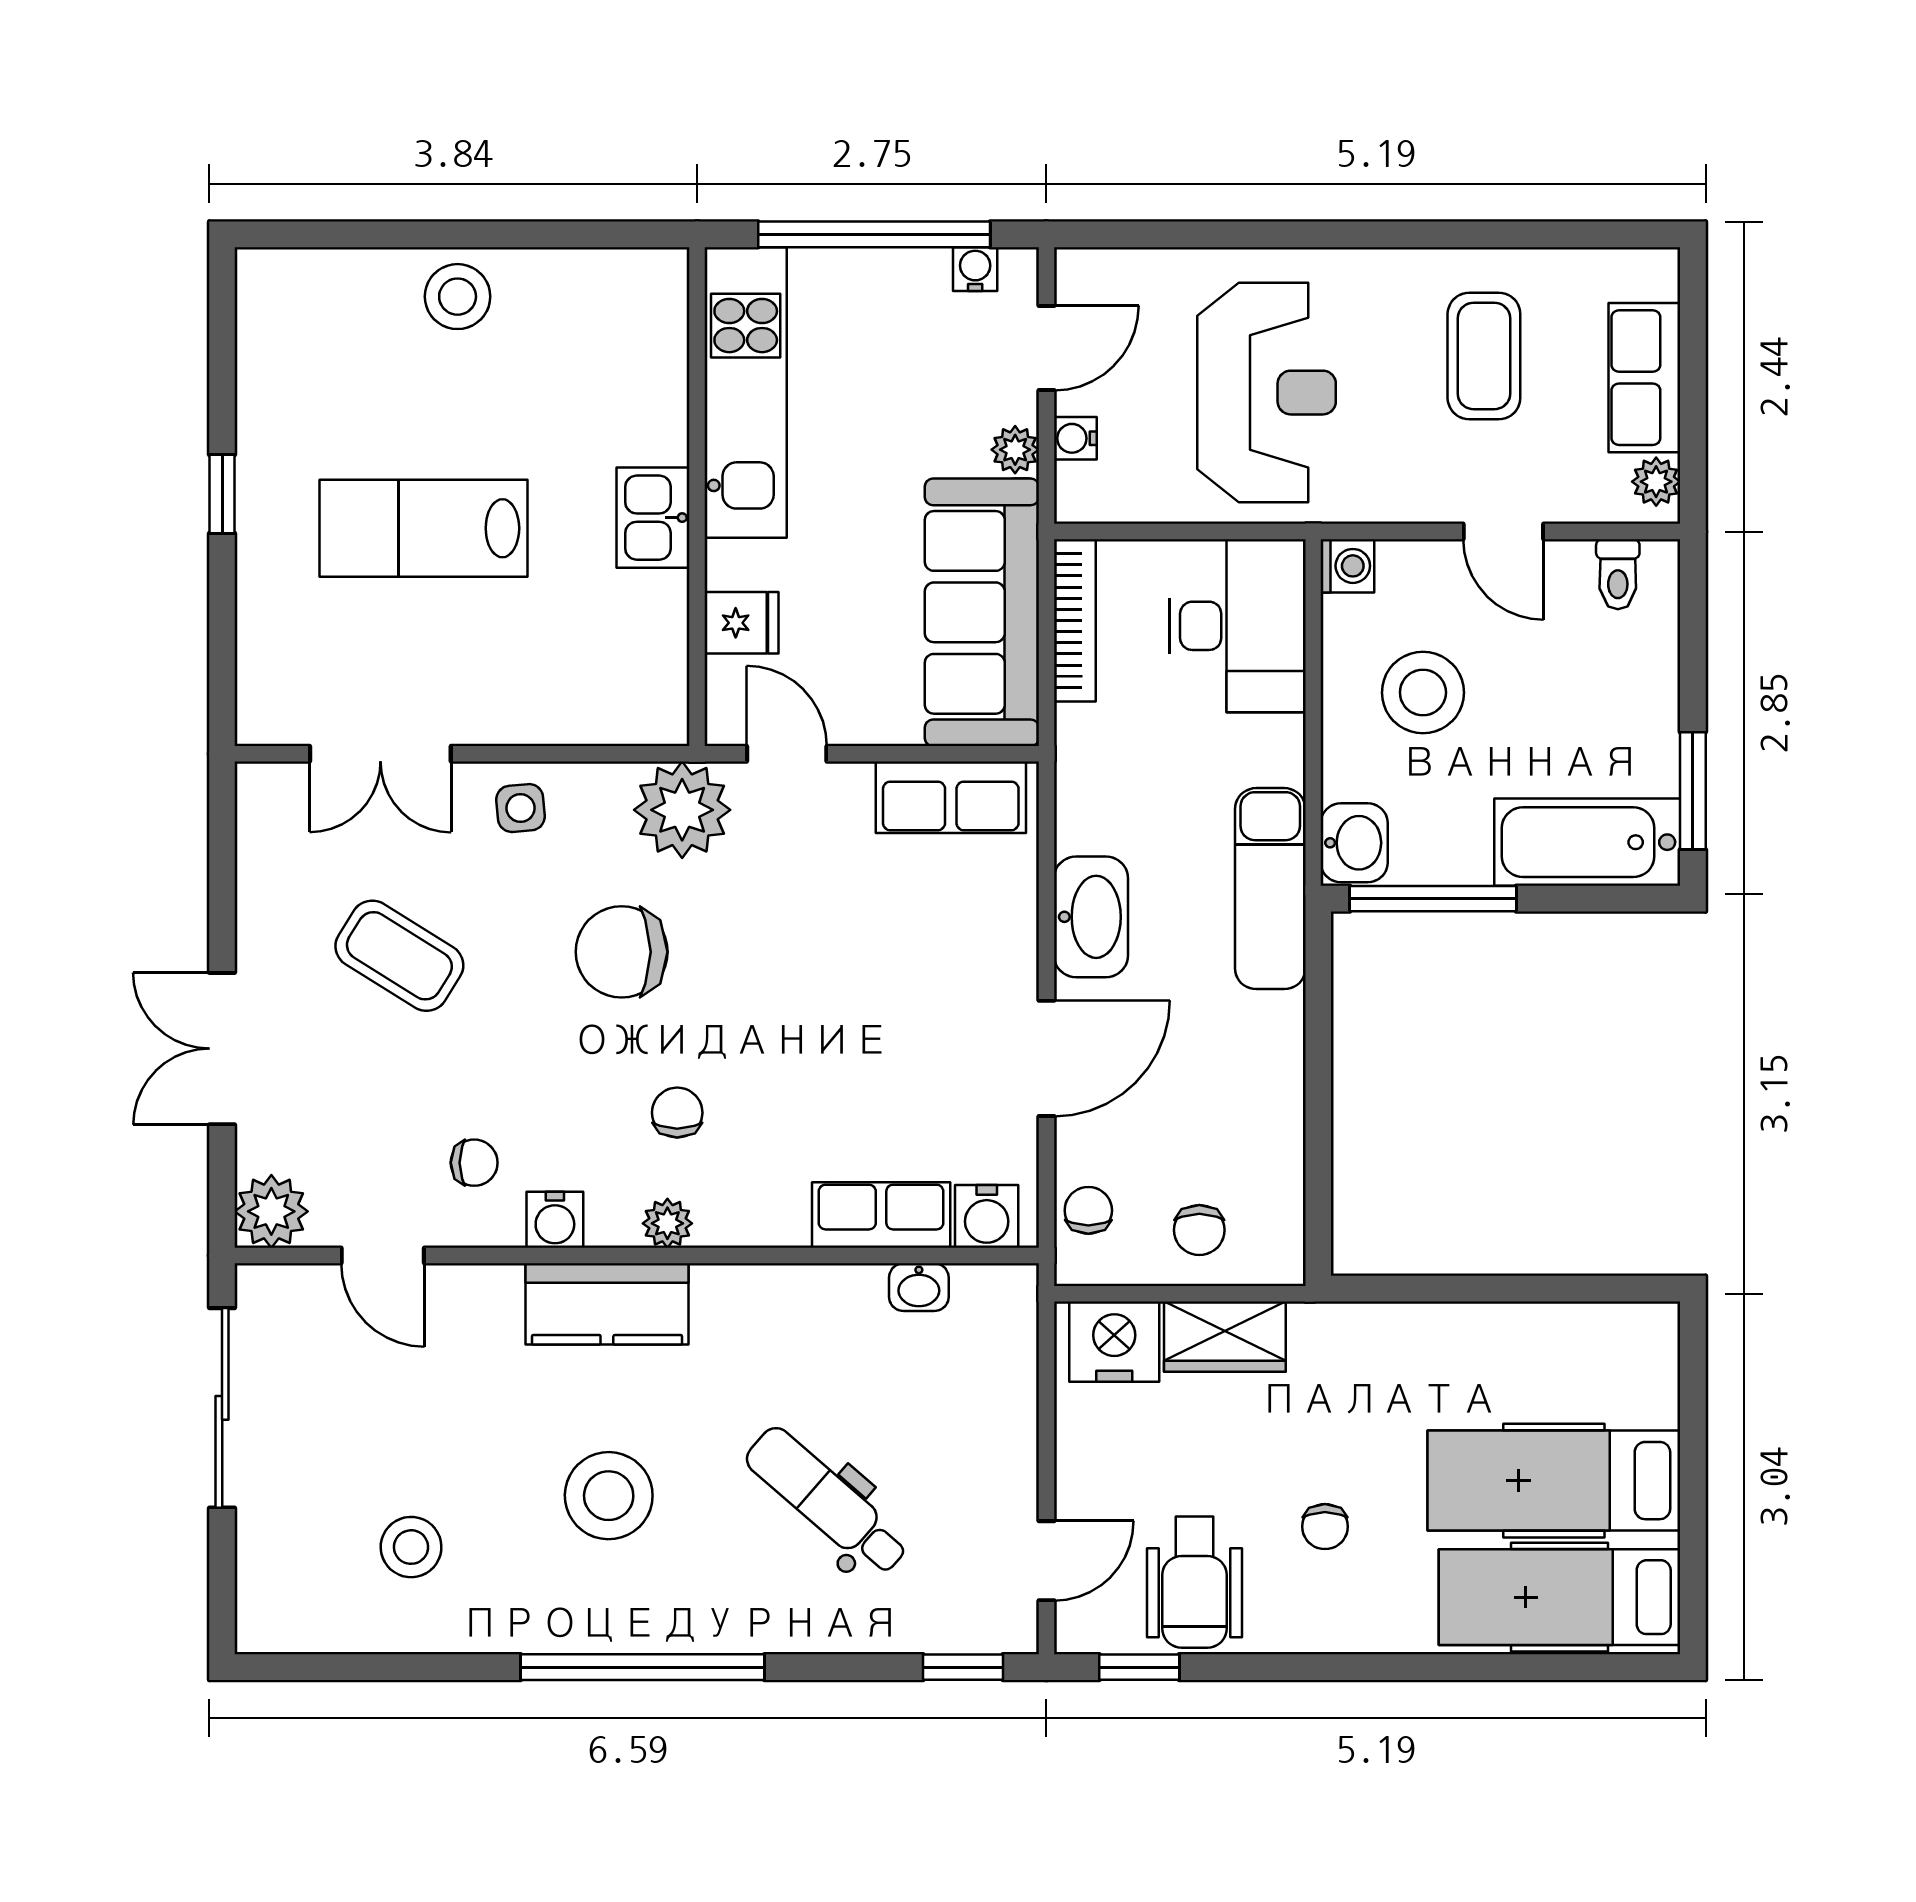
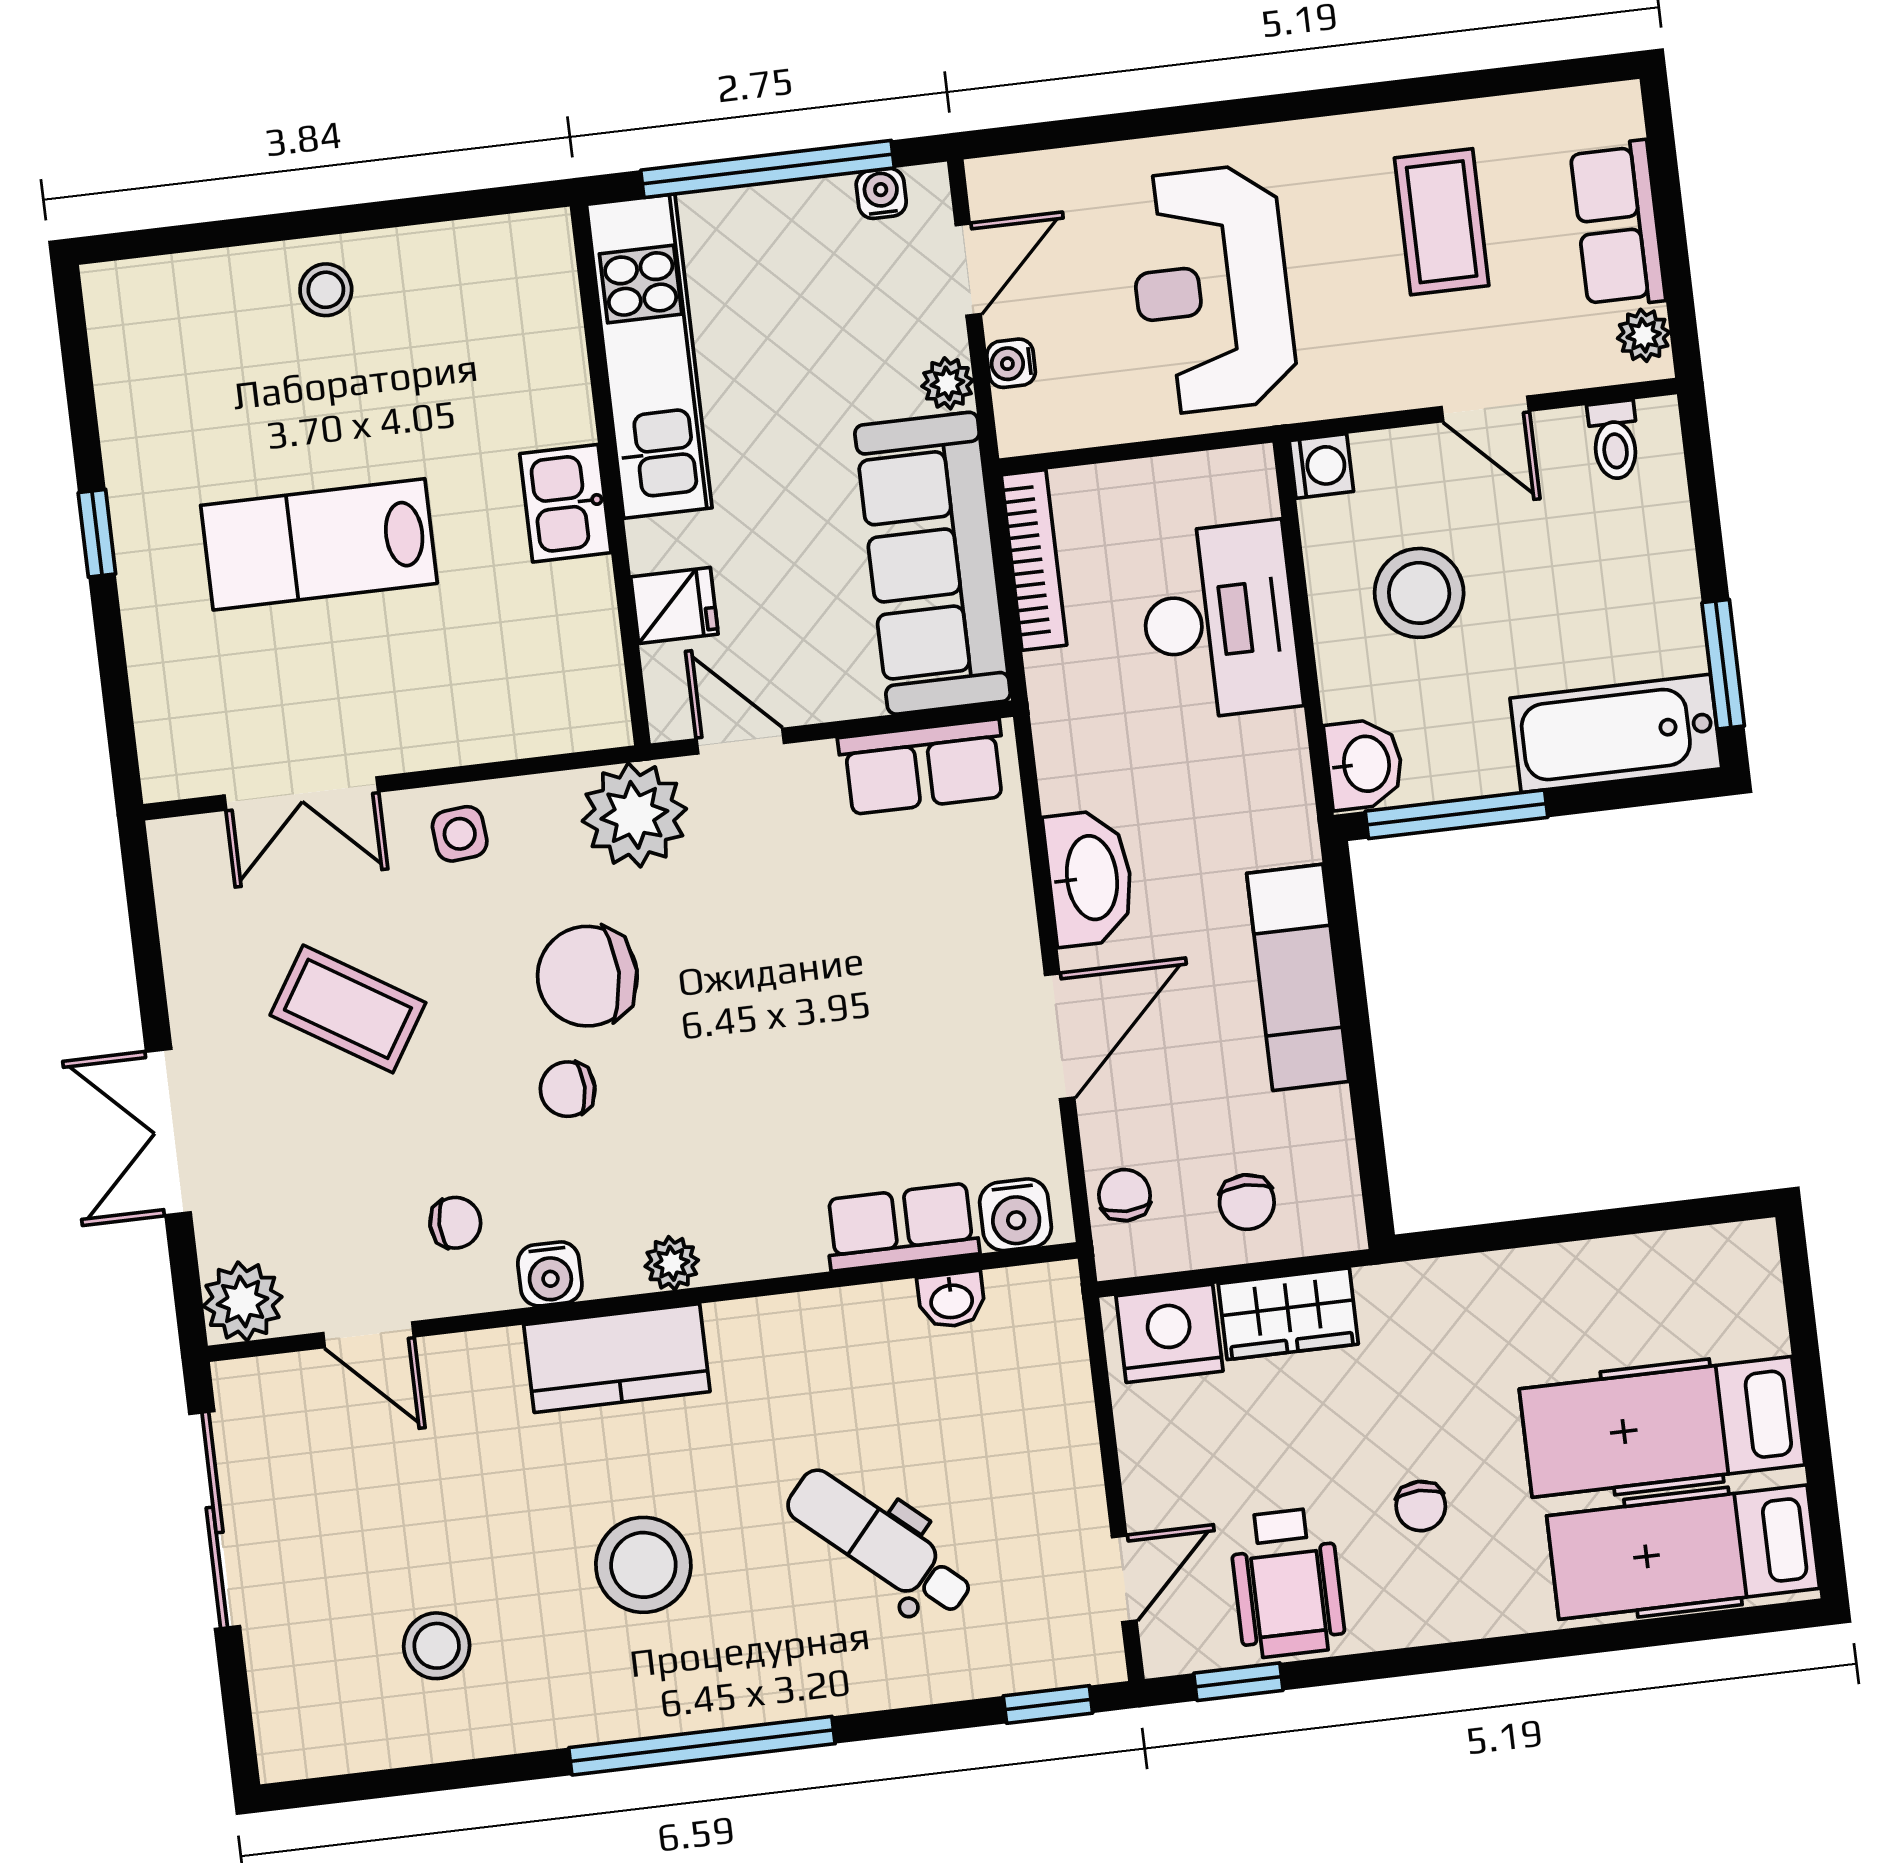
stool: (458, 297) -> (326, 290), width x0.73, depth x0.73
reception desk: (1267, 393) -> (1212, 289), turned 180
desk: (1237, 626) -> (1219, 621), moved
exam couch: (1270, 889) -> (1298, 977), moved
chair: (677, 1113) -> (568, 1089), moved, turned -90

